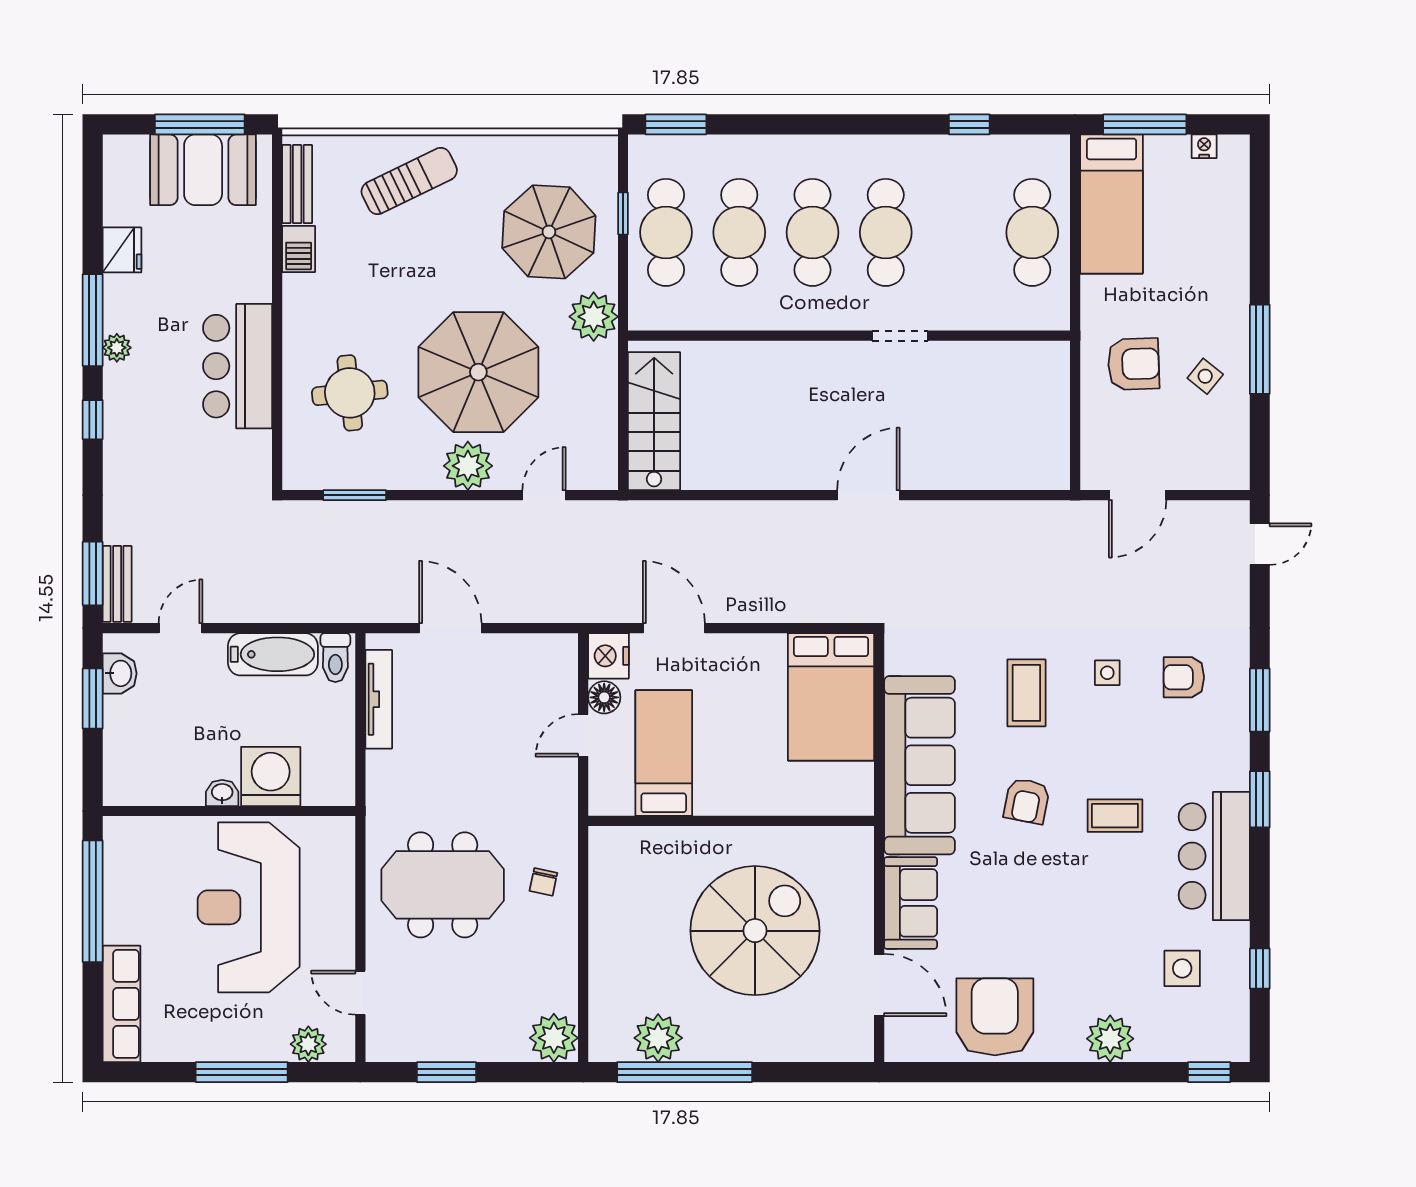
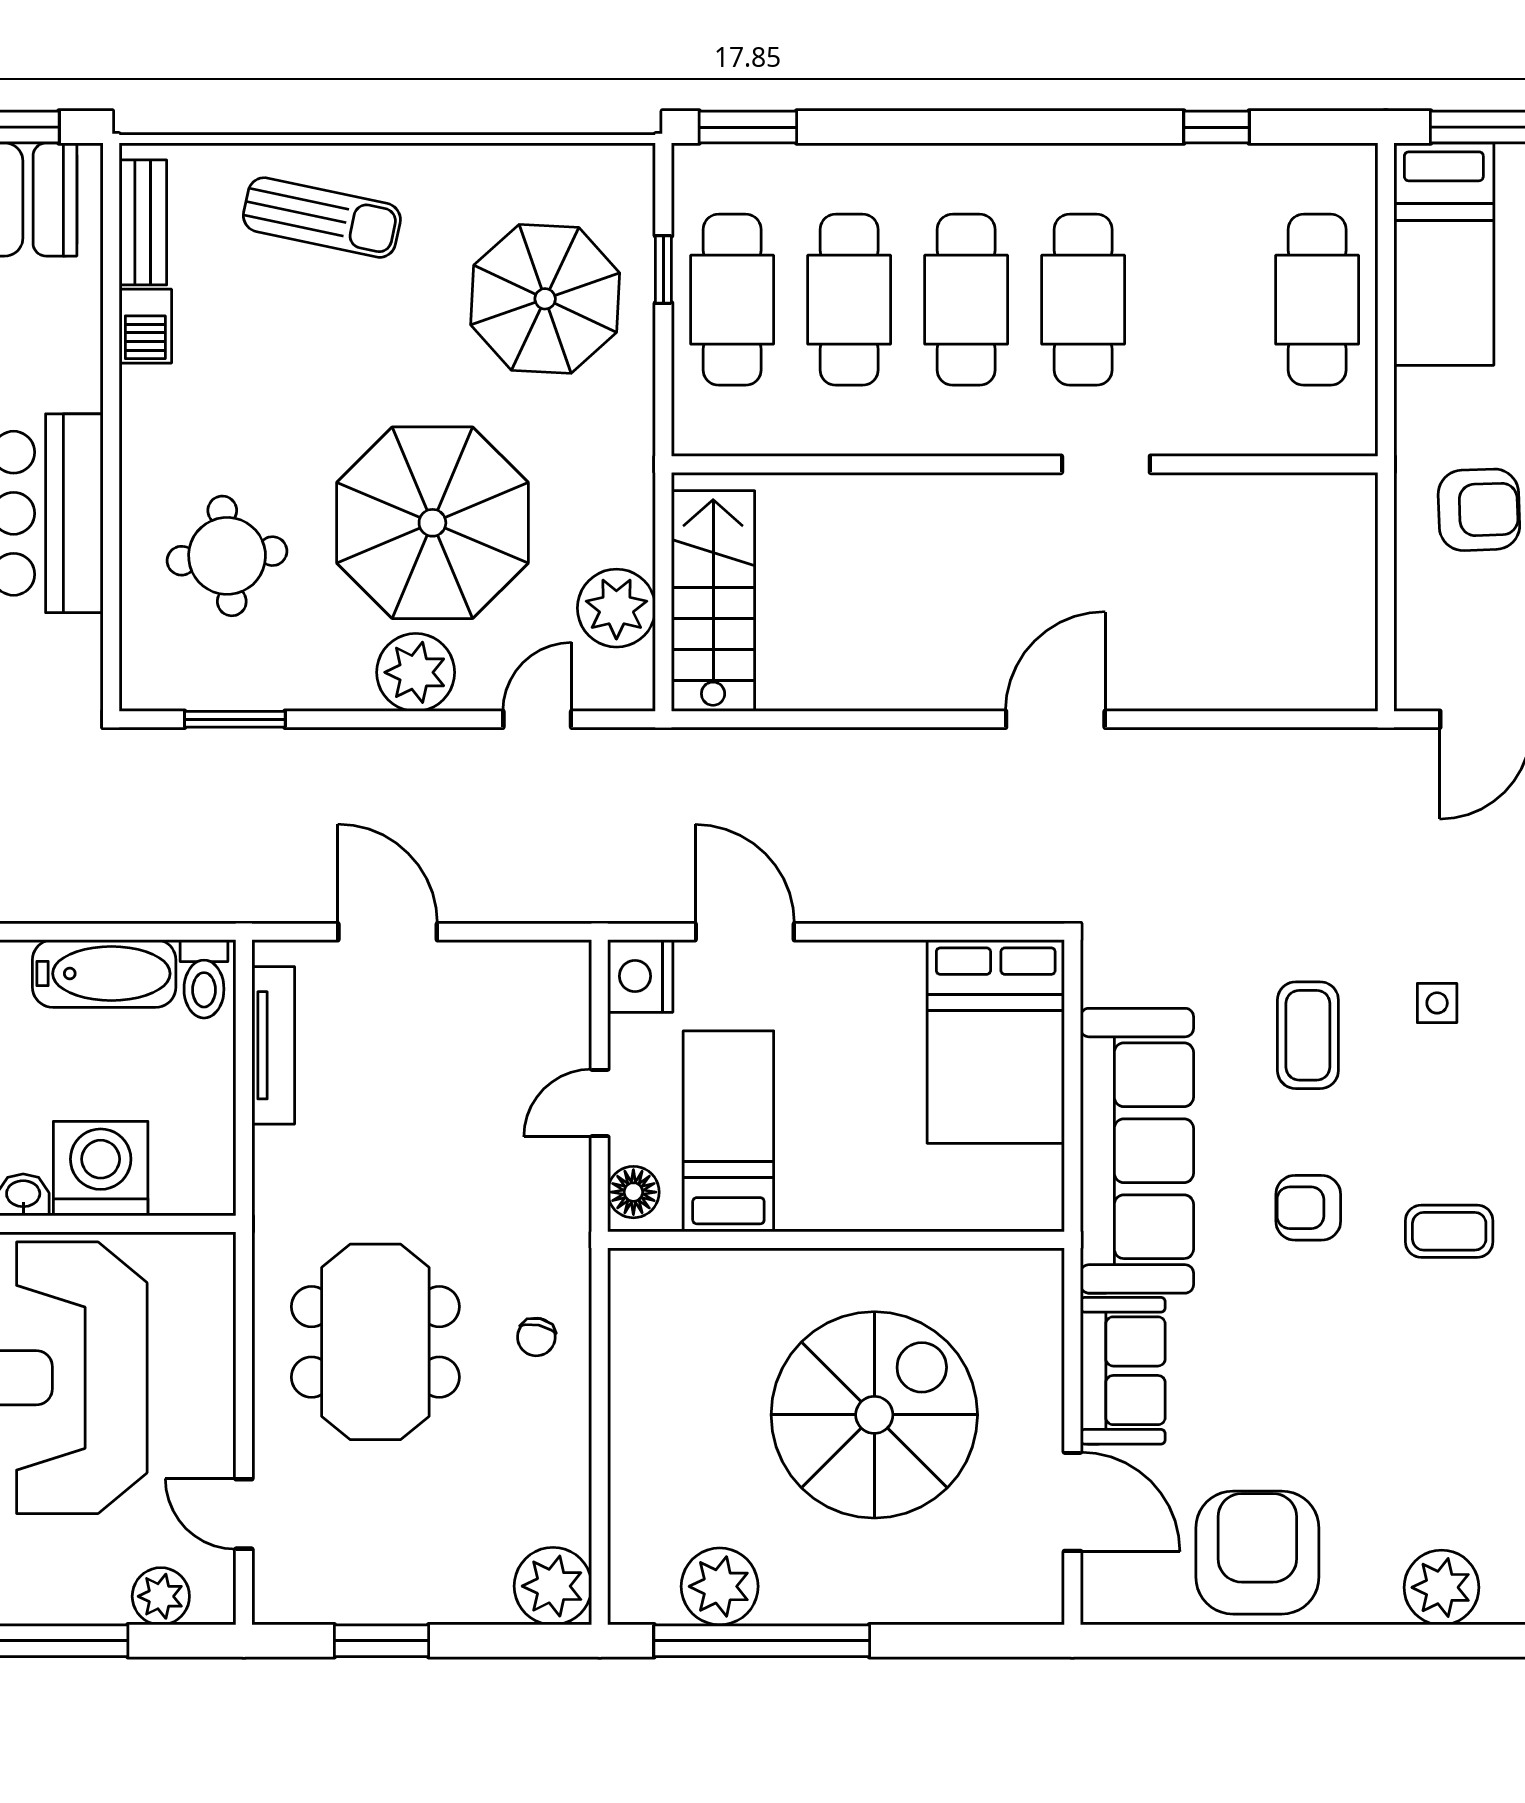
sun lounger: (409, 181) -> (322, 218), turned 38
plant: (594, 317) -> (616, 608), moved
floor lamp: (604, 697) -> (633, 1192), moved
armchair: (1027, 801) -> (1308, 1208), turned 79
meeting table: (443, 885) -> (375, 1342), turned 90

